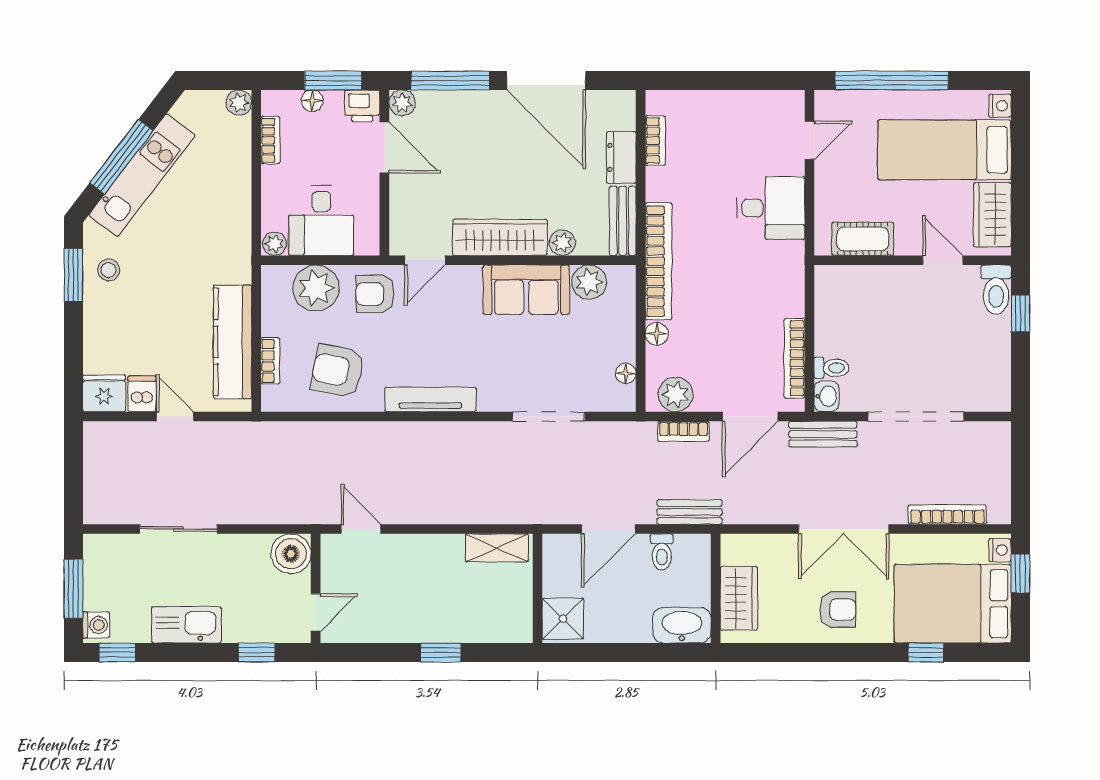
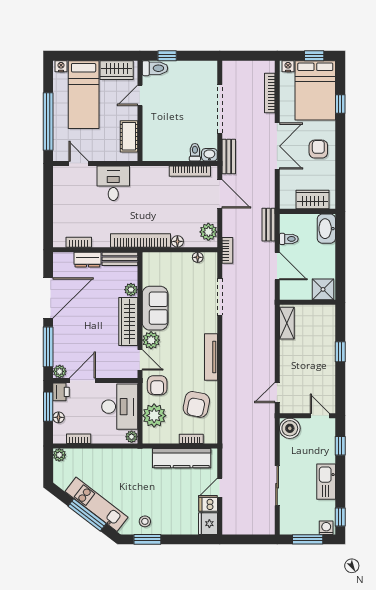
desk: (321, 220) -> (120, 407), width x1.37
plant: (589, 282) -> (151, 340), moved
bookcase: (683, 431) -> (227, 250), moved
window: (1020, 573) -> (314, 56), moved

